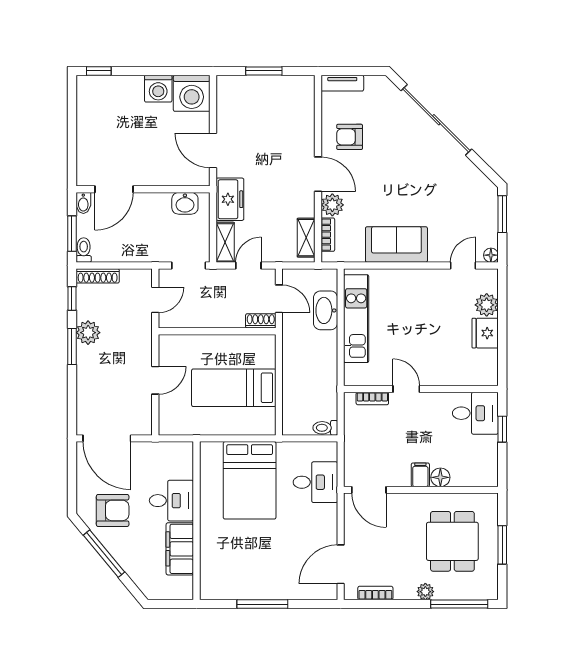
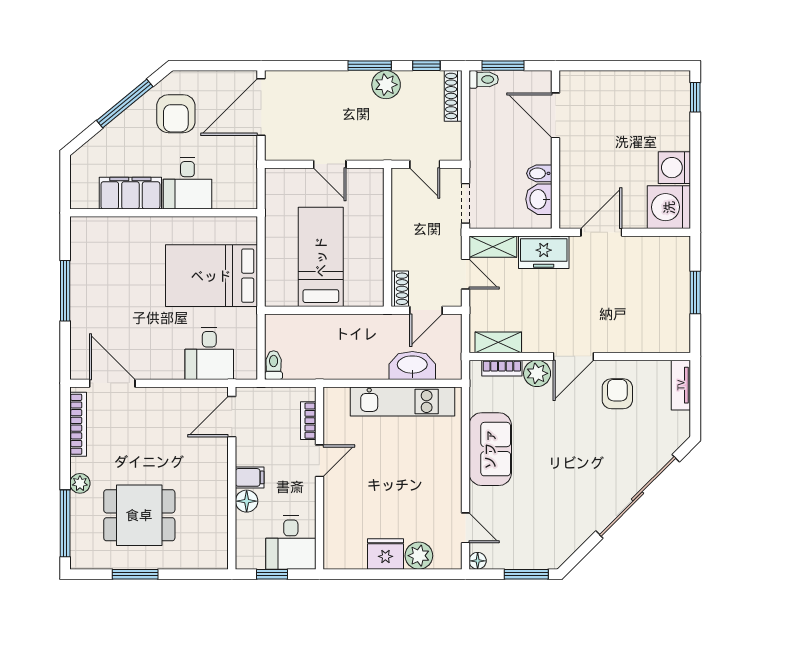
bidet: (83, 203) -> (539, 173), moved
filing cabinet: (420, 475) -> (250, 477), moved
floor lamp: (440, 477) -> (247, 501), moved
door: (369, 490) -> (232, 417), moved
wall: (421, 490) -> (232, 478), moved
bookcase: (375, 593) -> (78, 424), width x1.56

